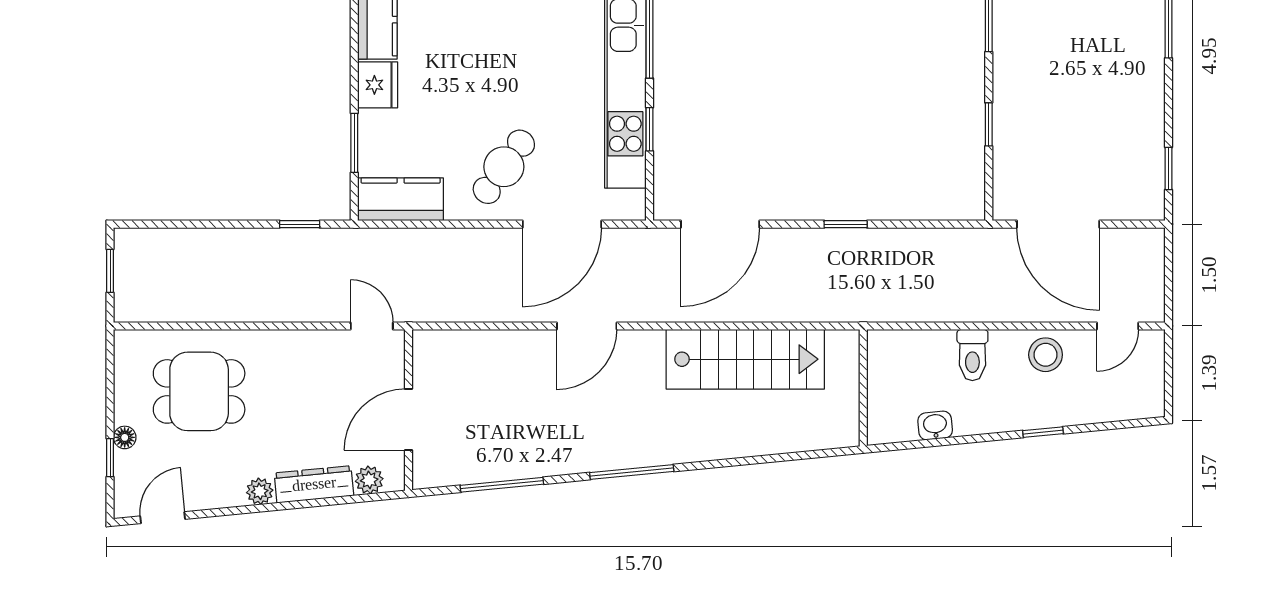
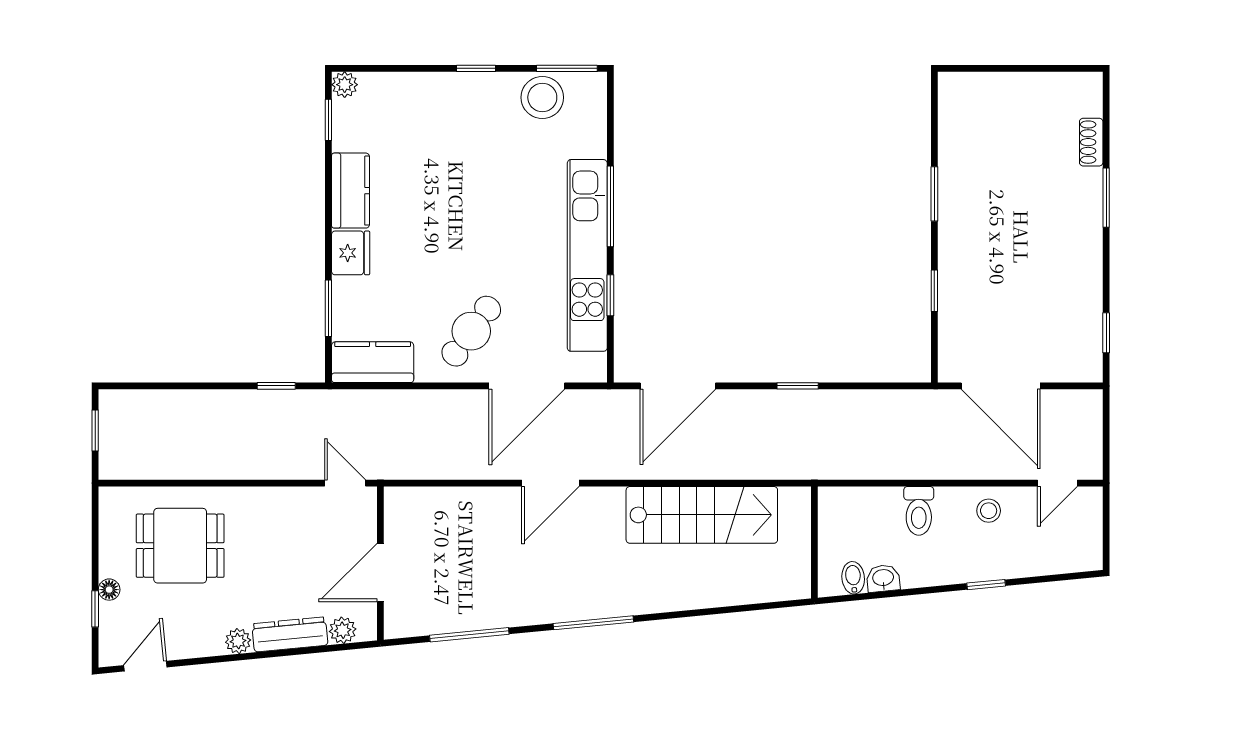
stool: (1046, 355) -> (989, 511), width x0.73, depth x0.73
bidet: (904, 425) -> (853, 578), added

